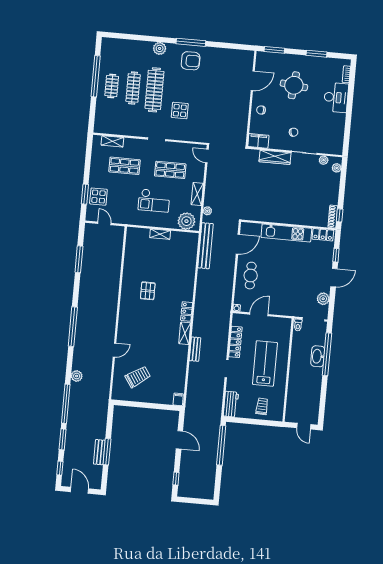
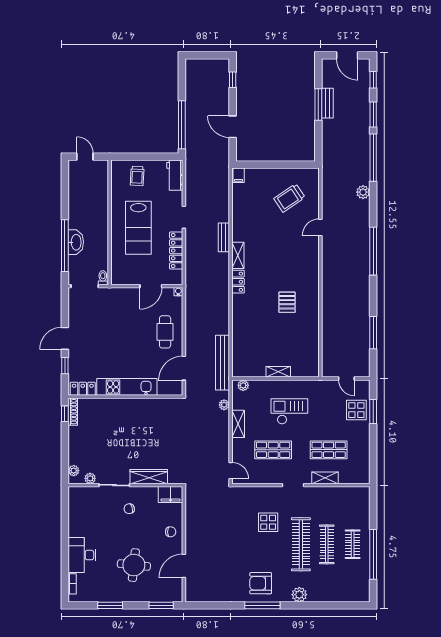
shelving: (112, 141) -> (325, 478), moved
plant: (186, 221) -> (243, 385), width x0.53, depth x0.53
plant: (323, 299) -> (75, 312), removed

